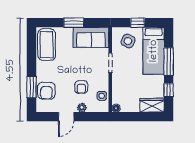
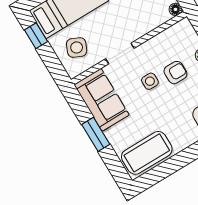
window: (138, 23) -> (36, 36), moved
side table: (102, 96) -> (150, 81), moved

